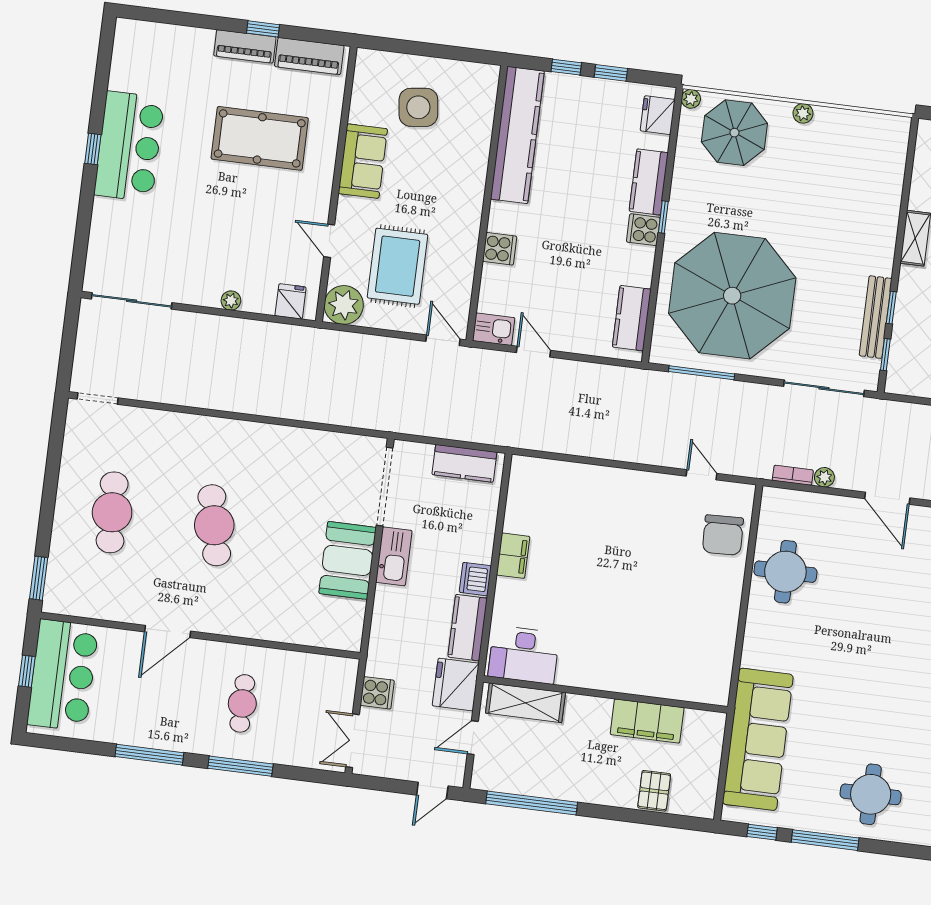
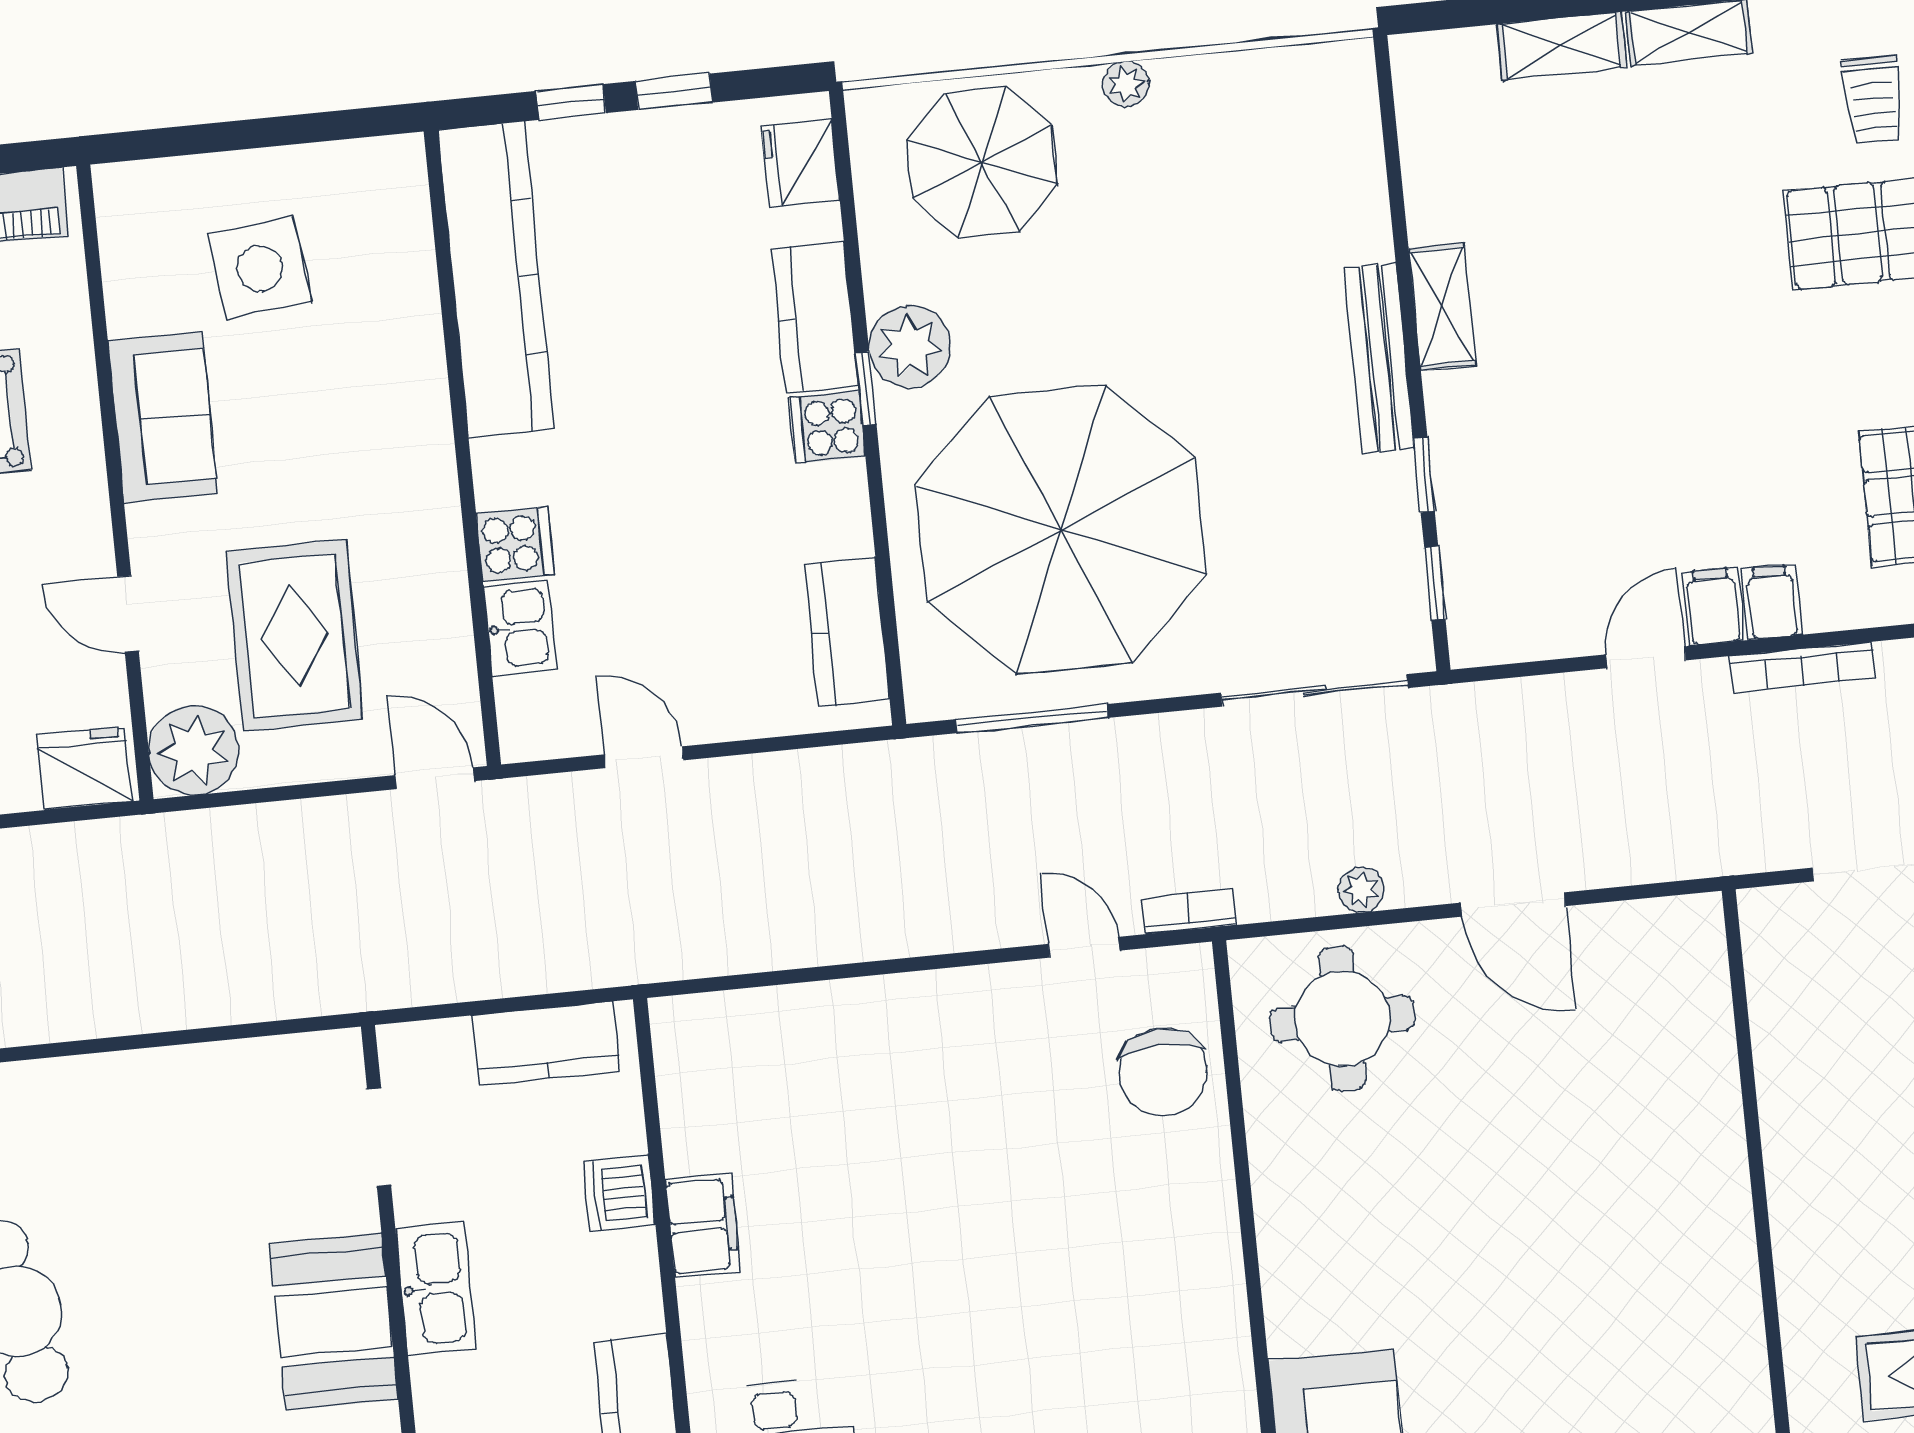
plant: (691, 99) -> (910, 347), moved, width x1.88, depth x1.88
fridge: (291, 301) -> (85, 768), width x1.38
bench: (876, 317) -> (1379, 358), moved
kitchen sink: (494, 329) -> (520, 628), moved, turned 90
bookcase: (793, 475) -> (1189, 912), moved
doorway: (385, 487) -> (379, 1137), width x0.53
round table: (785, 572) -> (1342, 1019), moved
dishwasher: (475, 579) -> (619, 1193), moved

